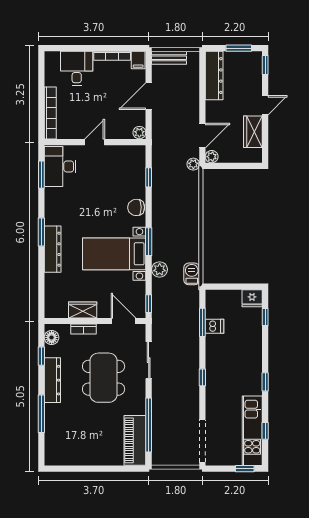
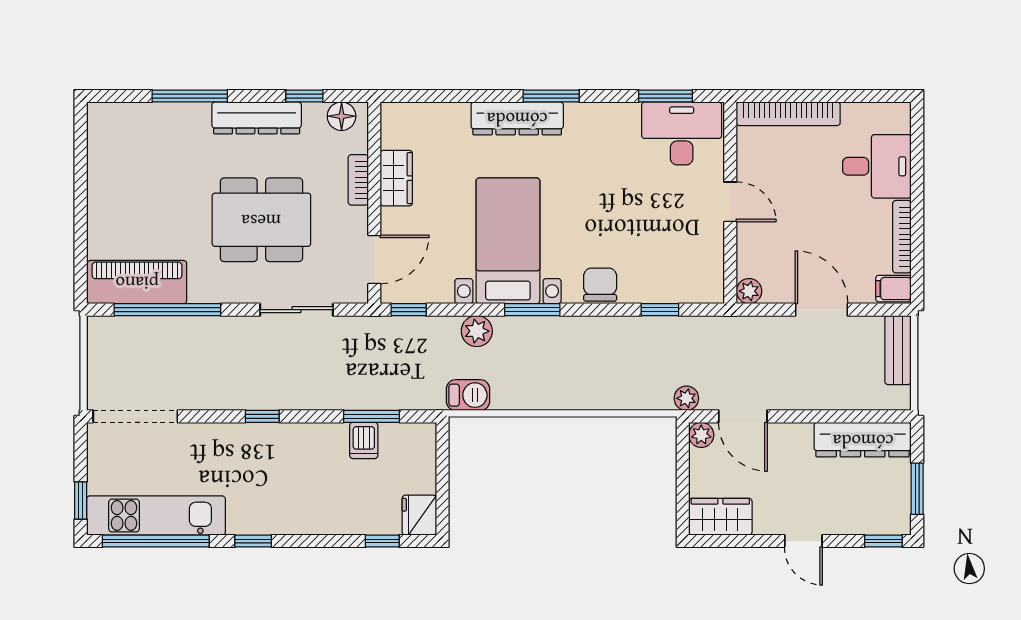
wardrobe: (253, 132) -> (720, 517), moved
window: (265, 431) -> (156, 541), width x3.17

